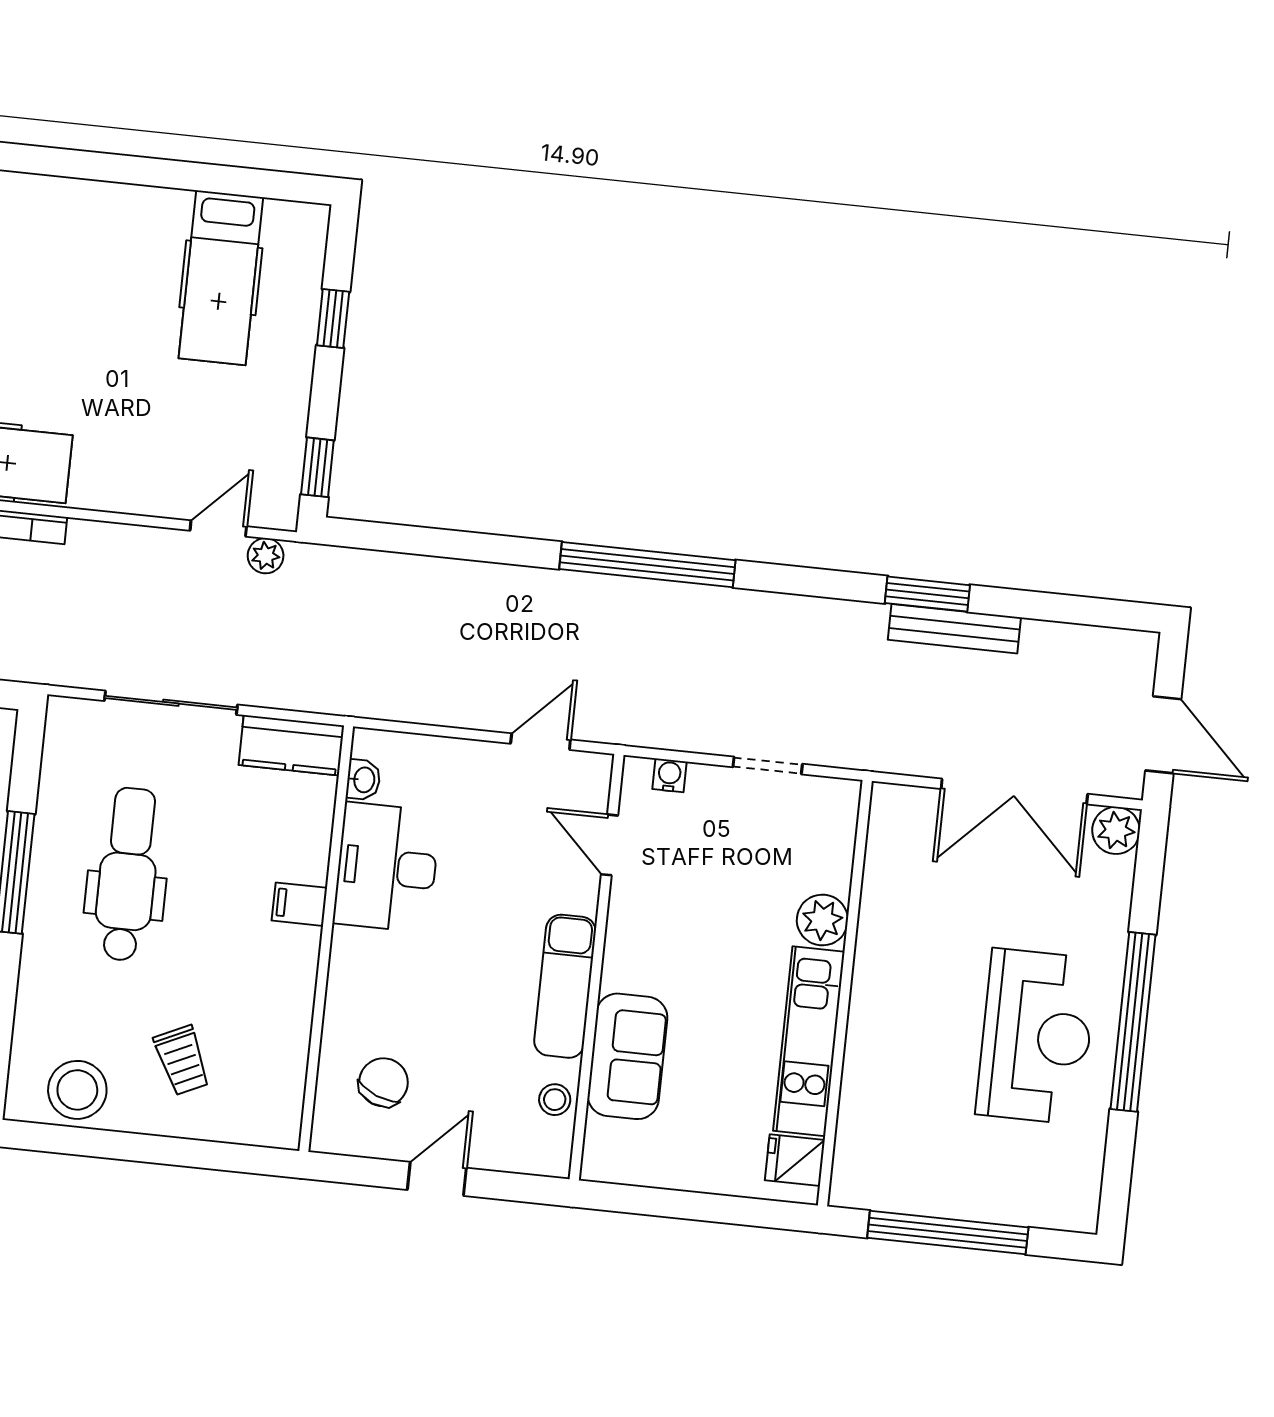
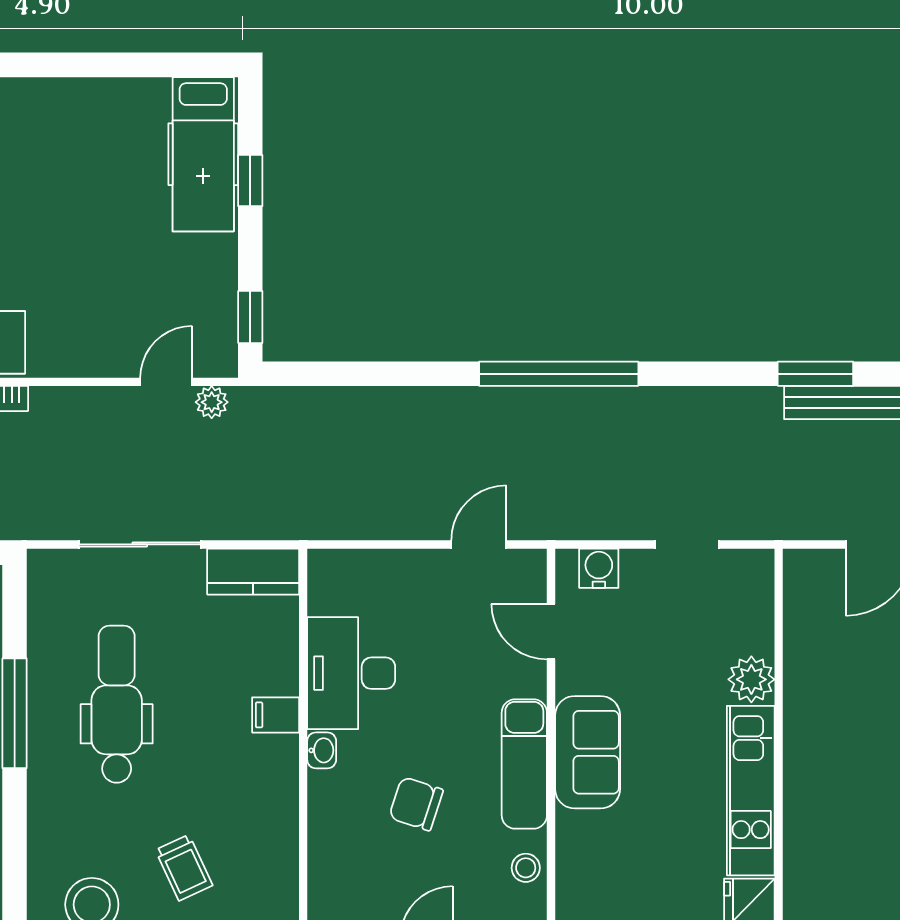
hospital bed: (221, 278) -> (203, 154), moved
water cooler: (669, 775) -> (599, 568), width x1.38, depth x1.38
washbasin: (363, 780) -> (322, 750), moved
sofa: (627, 1056) -> (588, 752), moved
chair: (384, 1082) -> (416, 804), moved, turned -94

